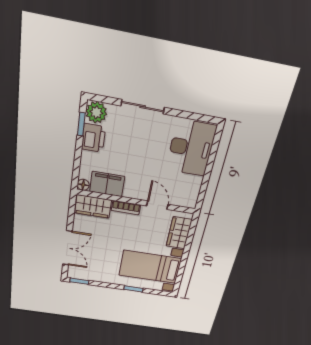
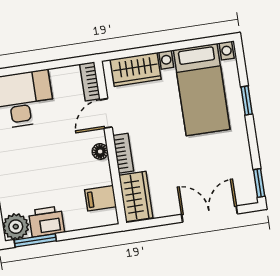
window: (81, 124) -> (35, 240), width x1.50
filing cabinet: (107, 184) -> (101, 198), width x0.50
floor lamp: (83, 185) -> (100, 151), moved
bookcase: (183, 202) -> (90, 81), added

